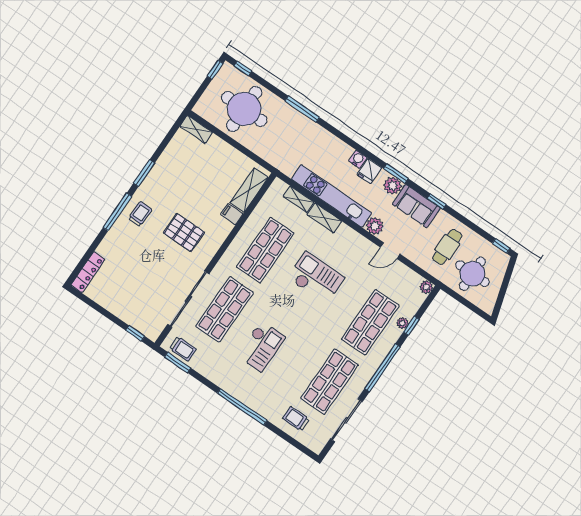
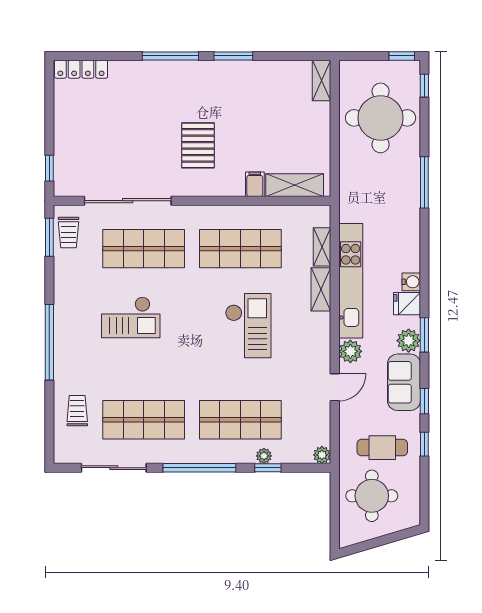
trolley: (140, 214) -> (185, 83), removed
window: (501, 246) -> (424, 444), moved
door: (390, 251) -> (335, 387), swing flipped

